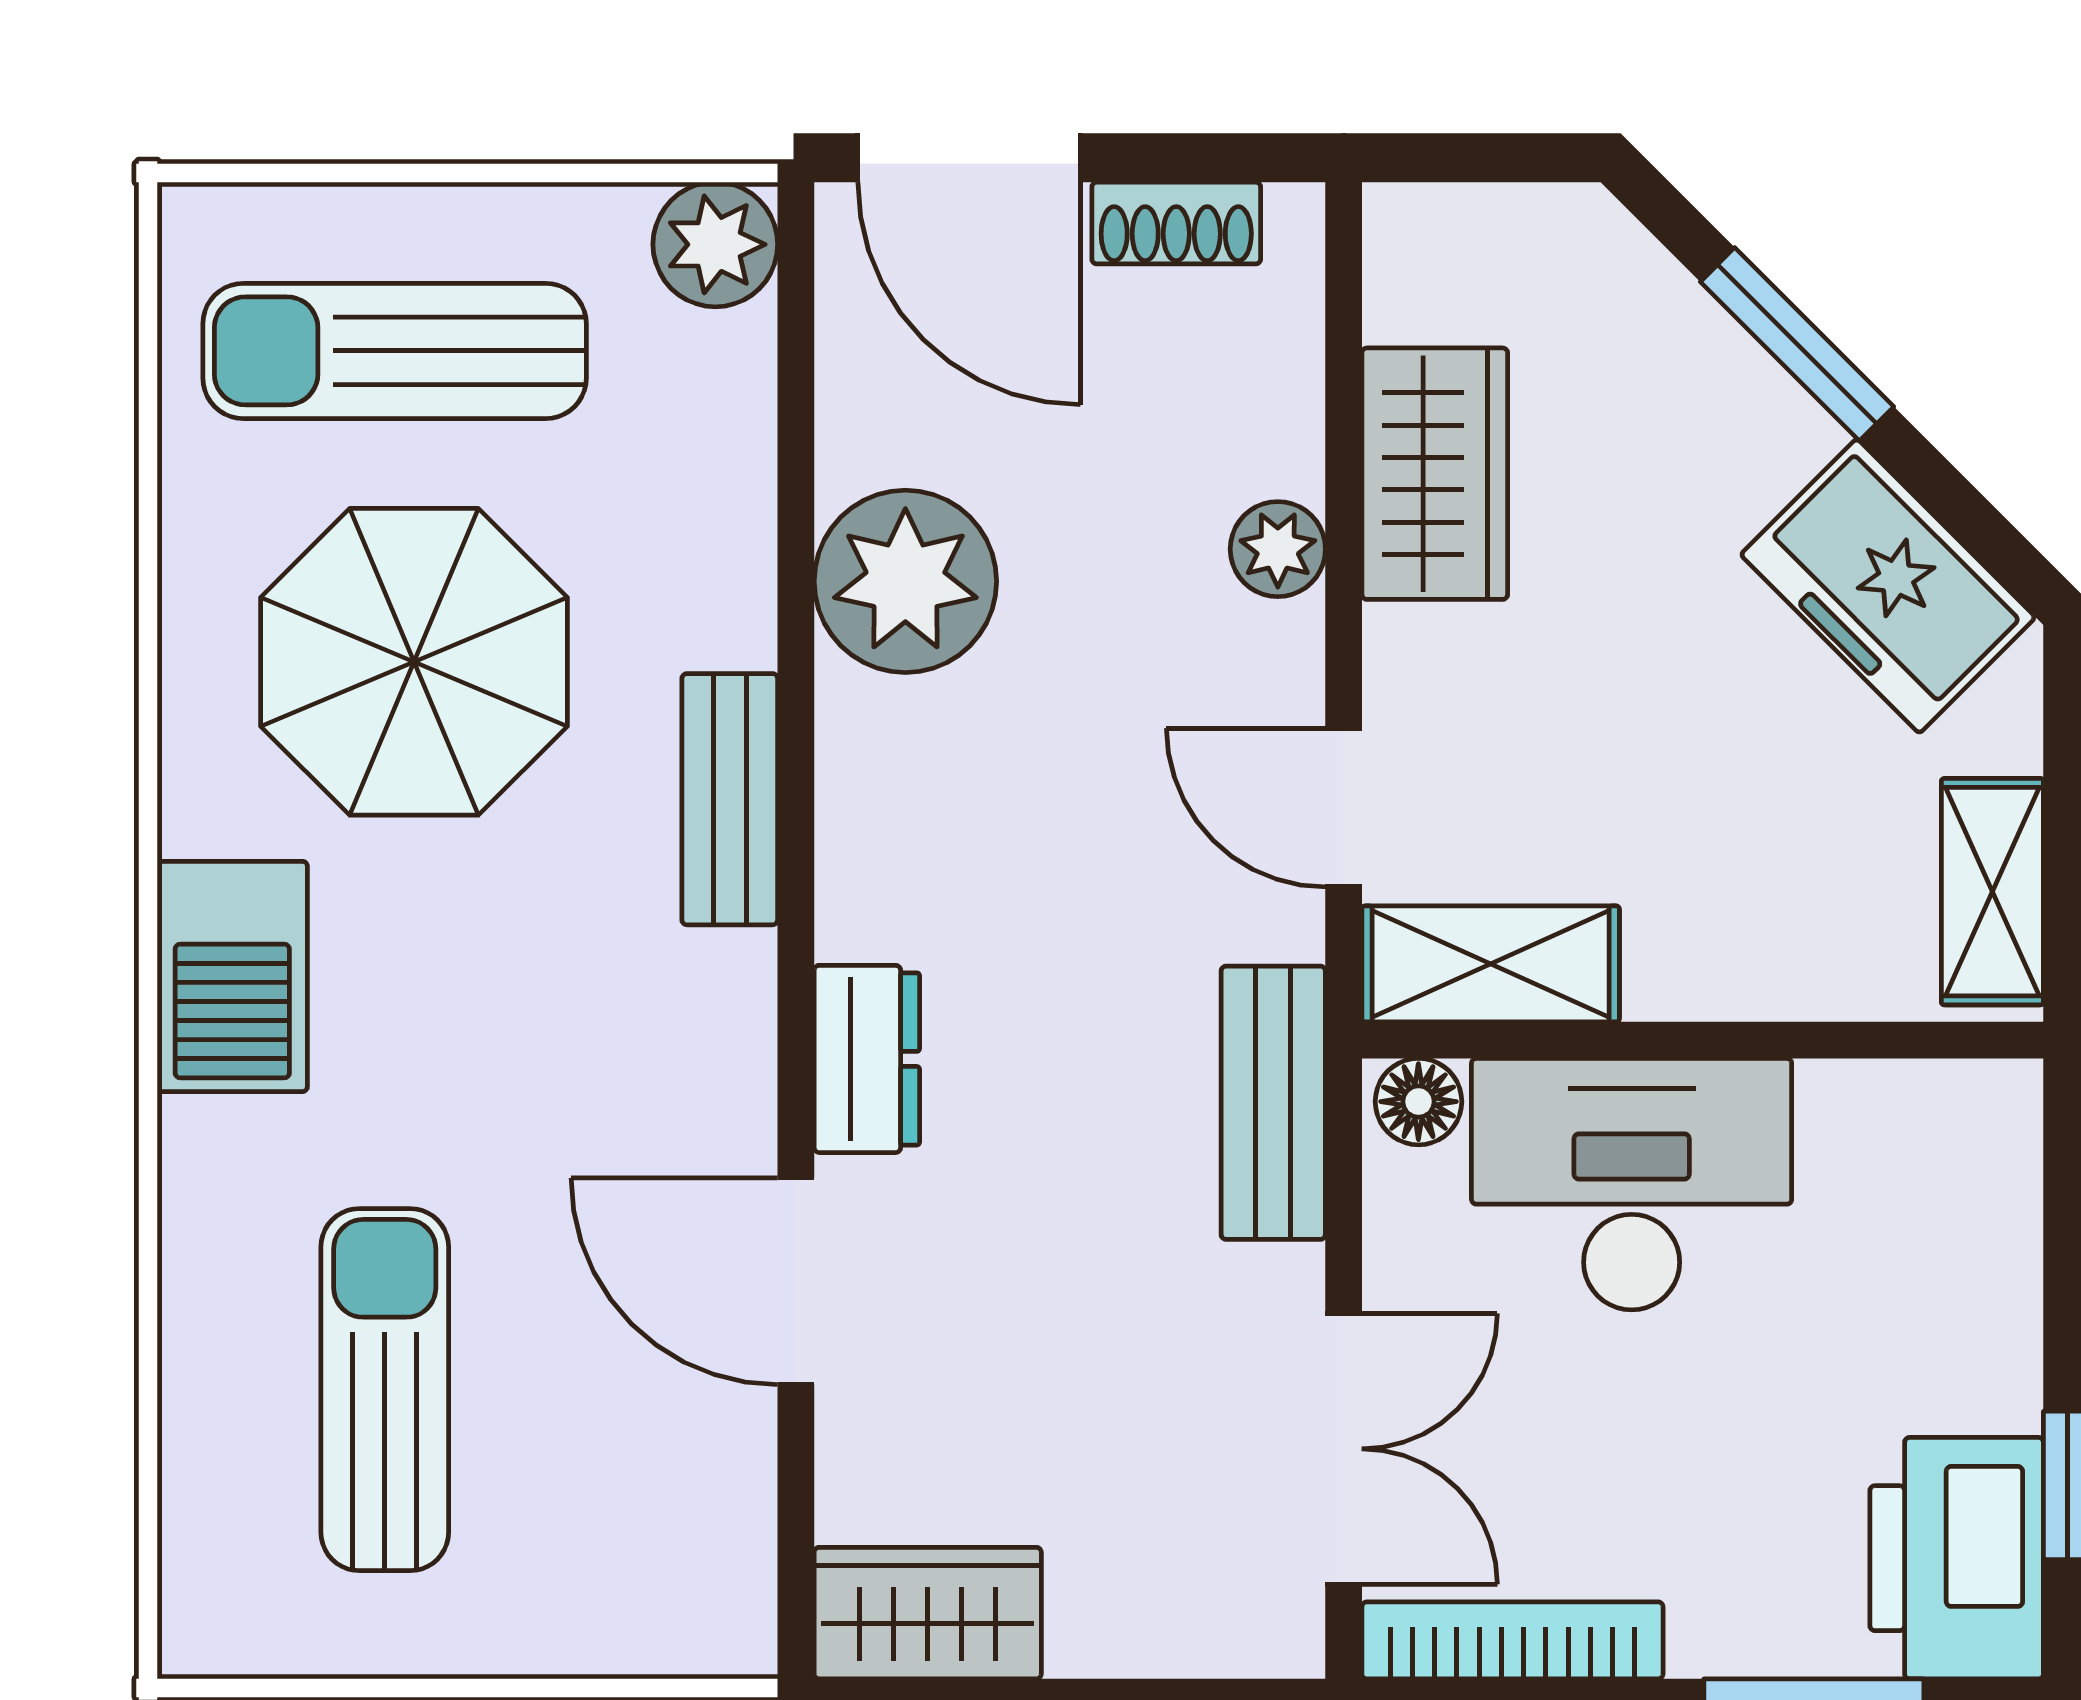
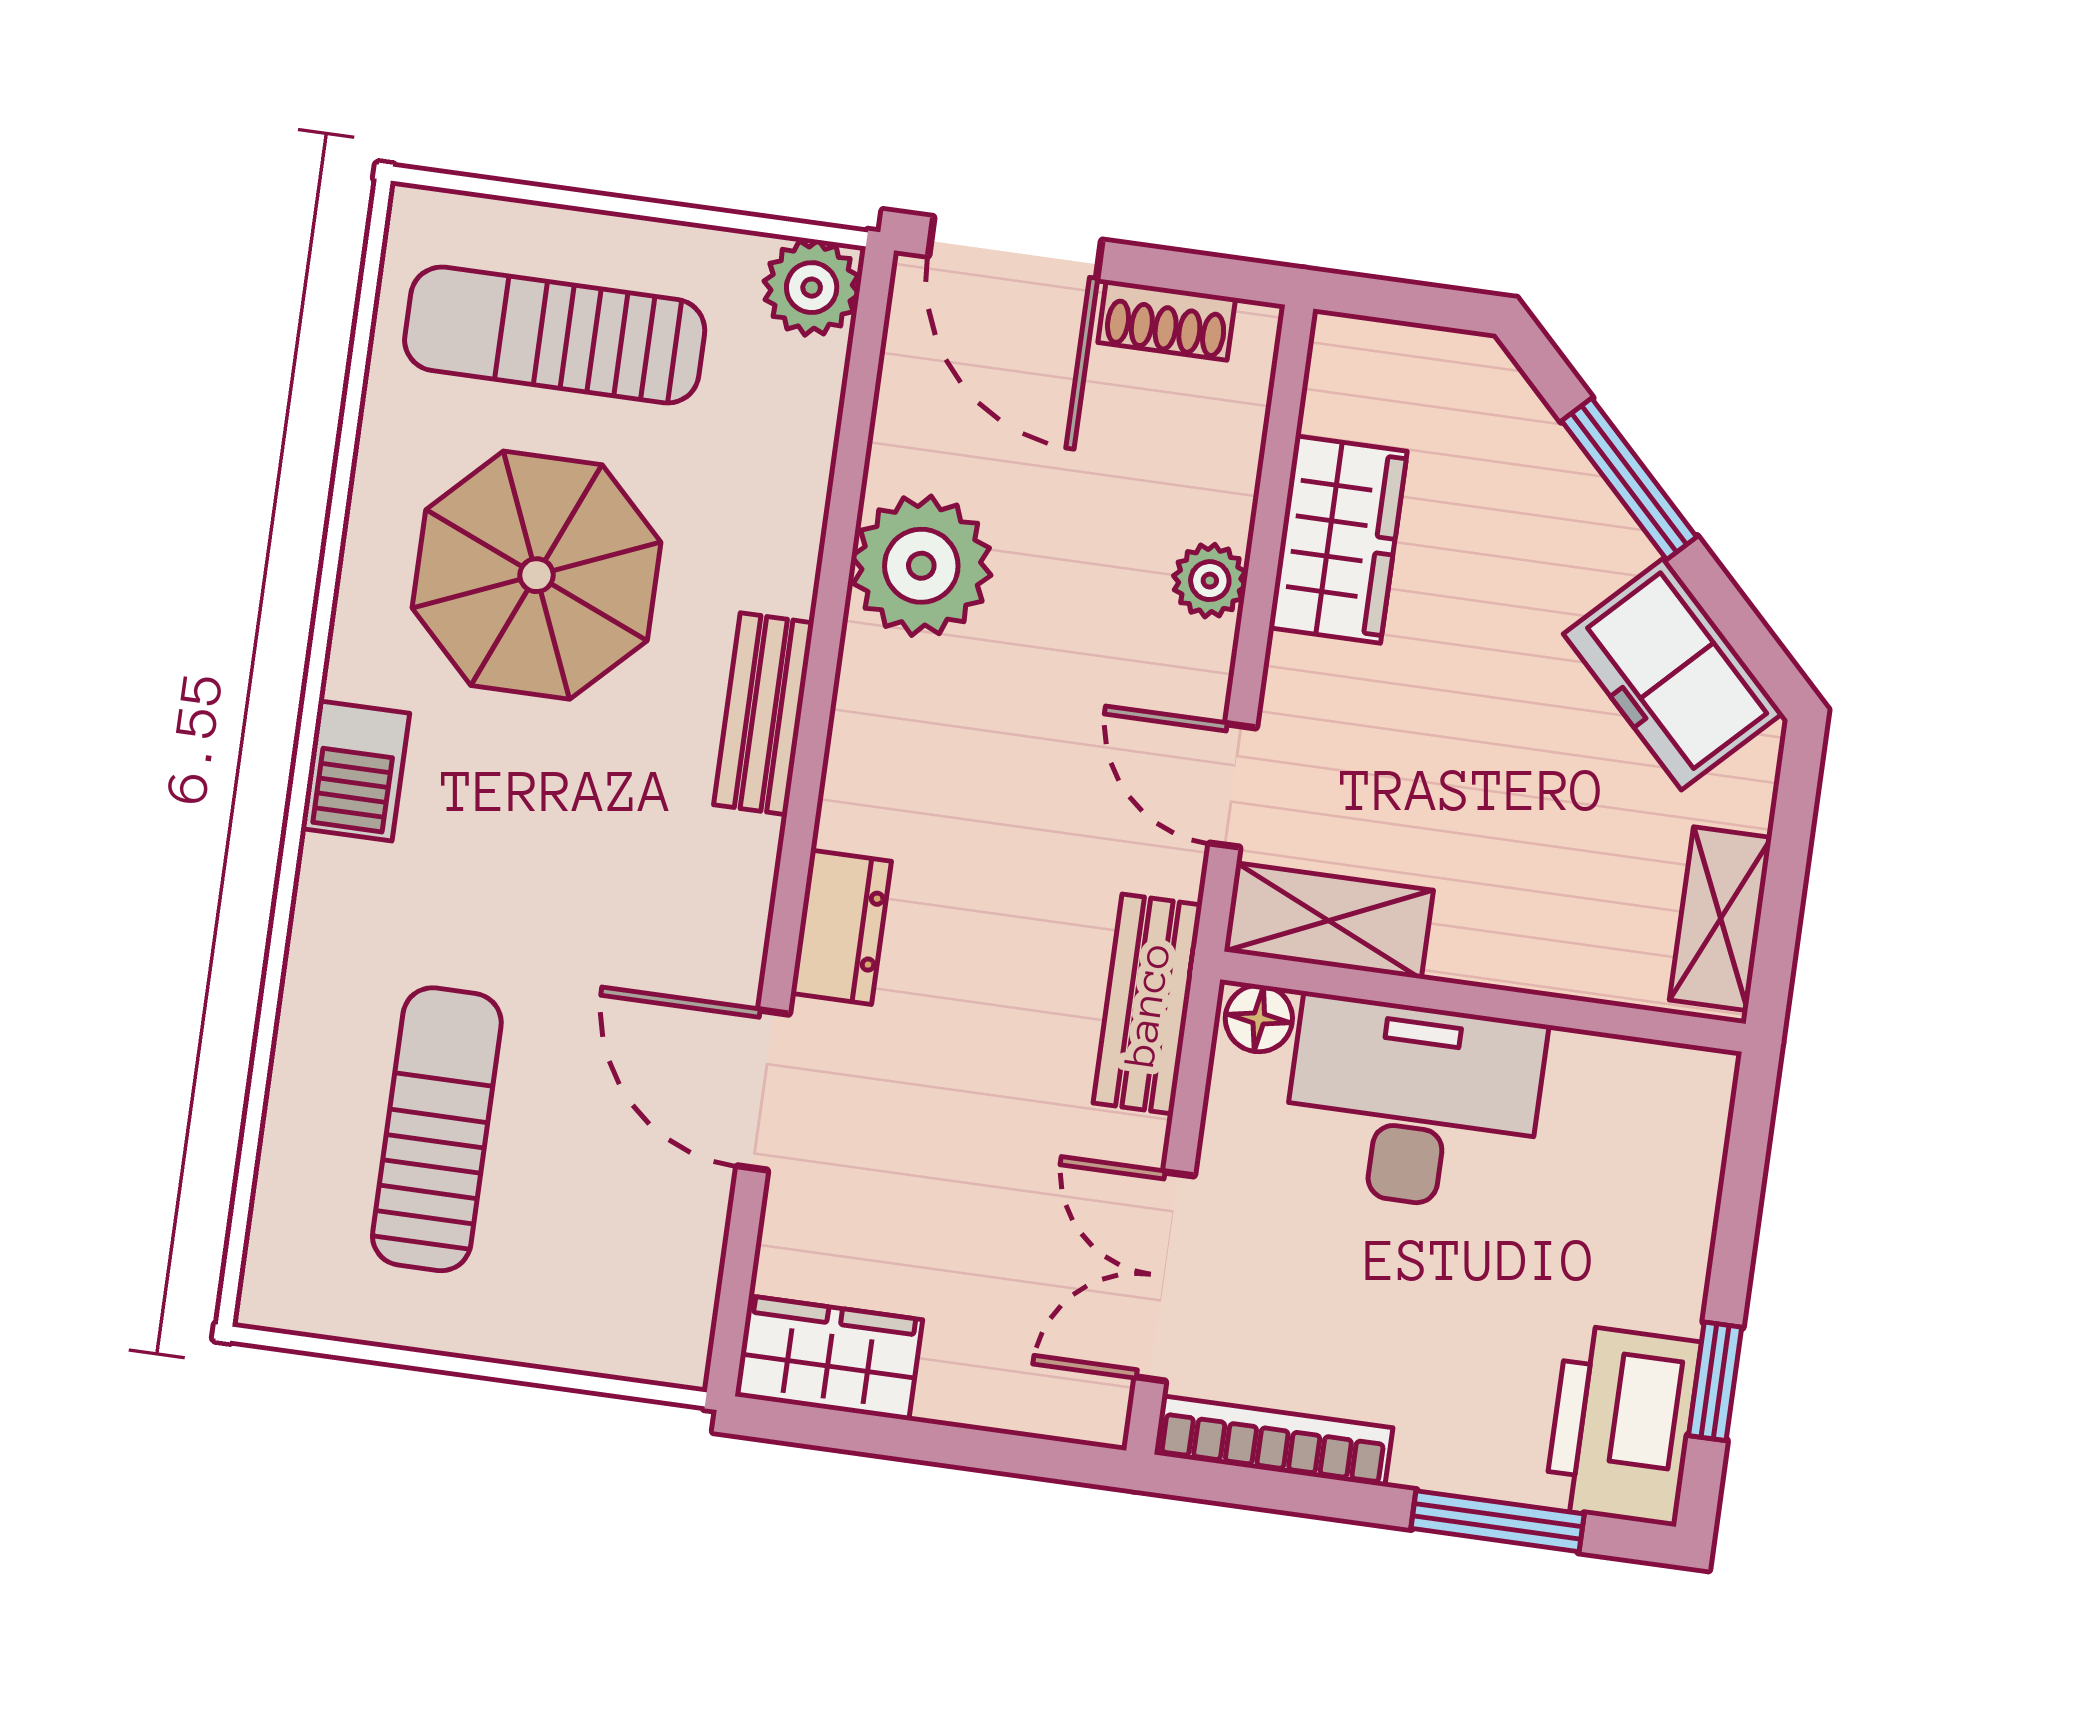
barbecue: (232, 976) -> (355, 771), width x0.73, depth x0.79
double door: (1344, 1449) -> (1165, 1276), swing flipped

